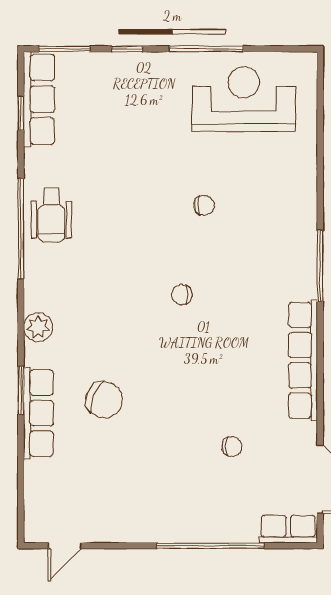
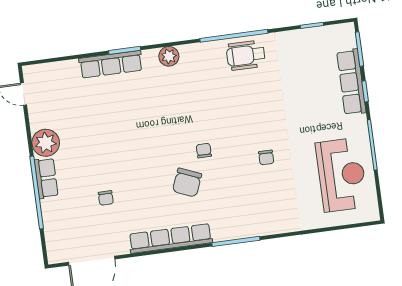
row of seats: (39, 99) -> (351, 82), moved, turned 90
chair: (104, 400) -> (187, 183), moved
plant: (140, 523) -> (46, 143), added
row of seats: (288, 529) -> (46, 178), moved

